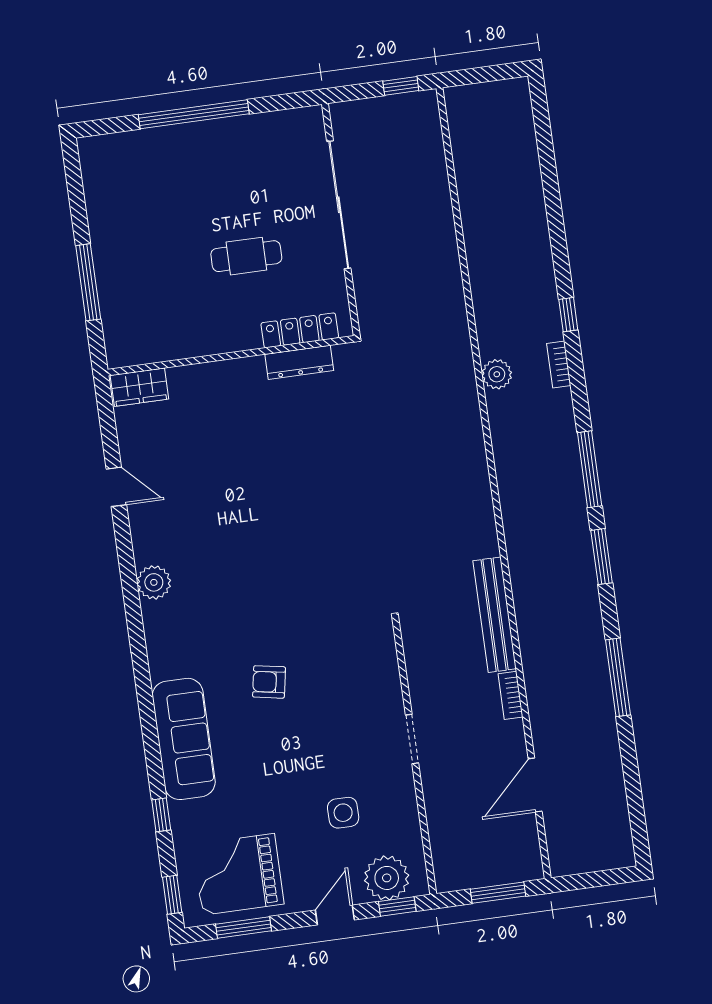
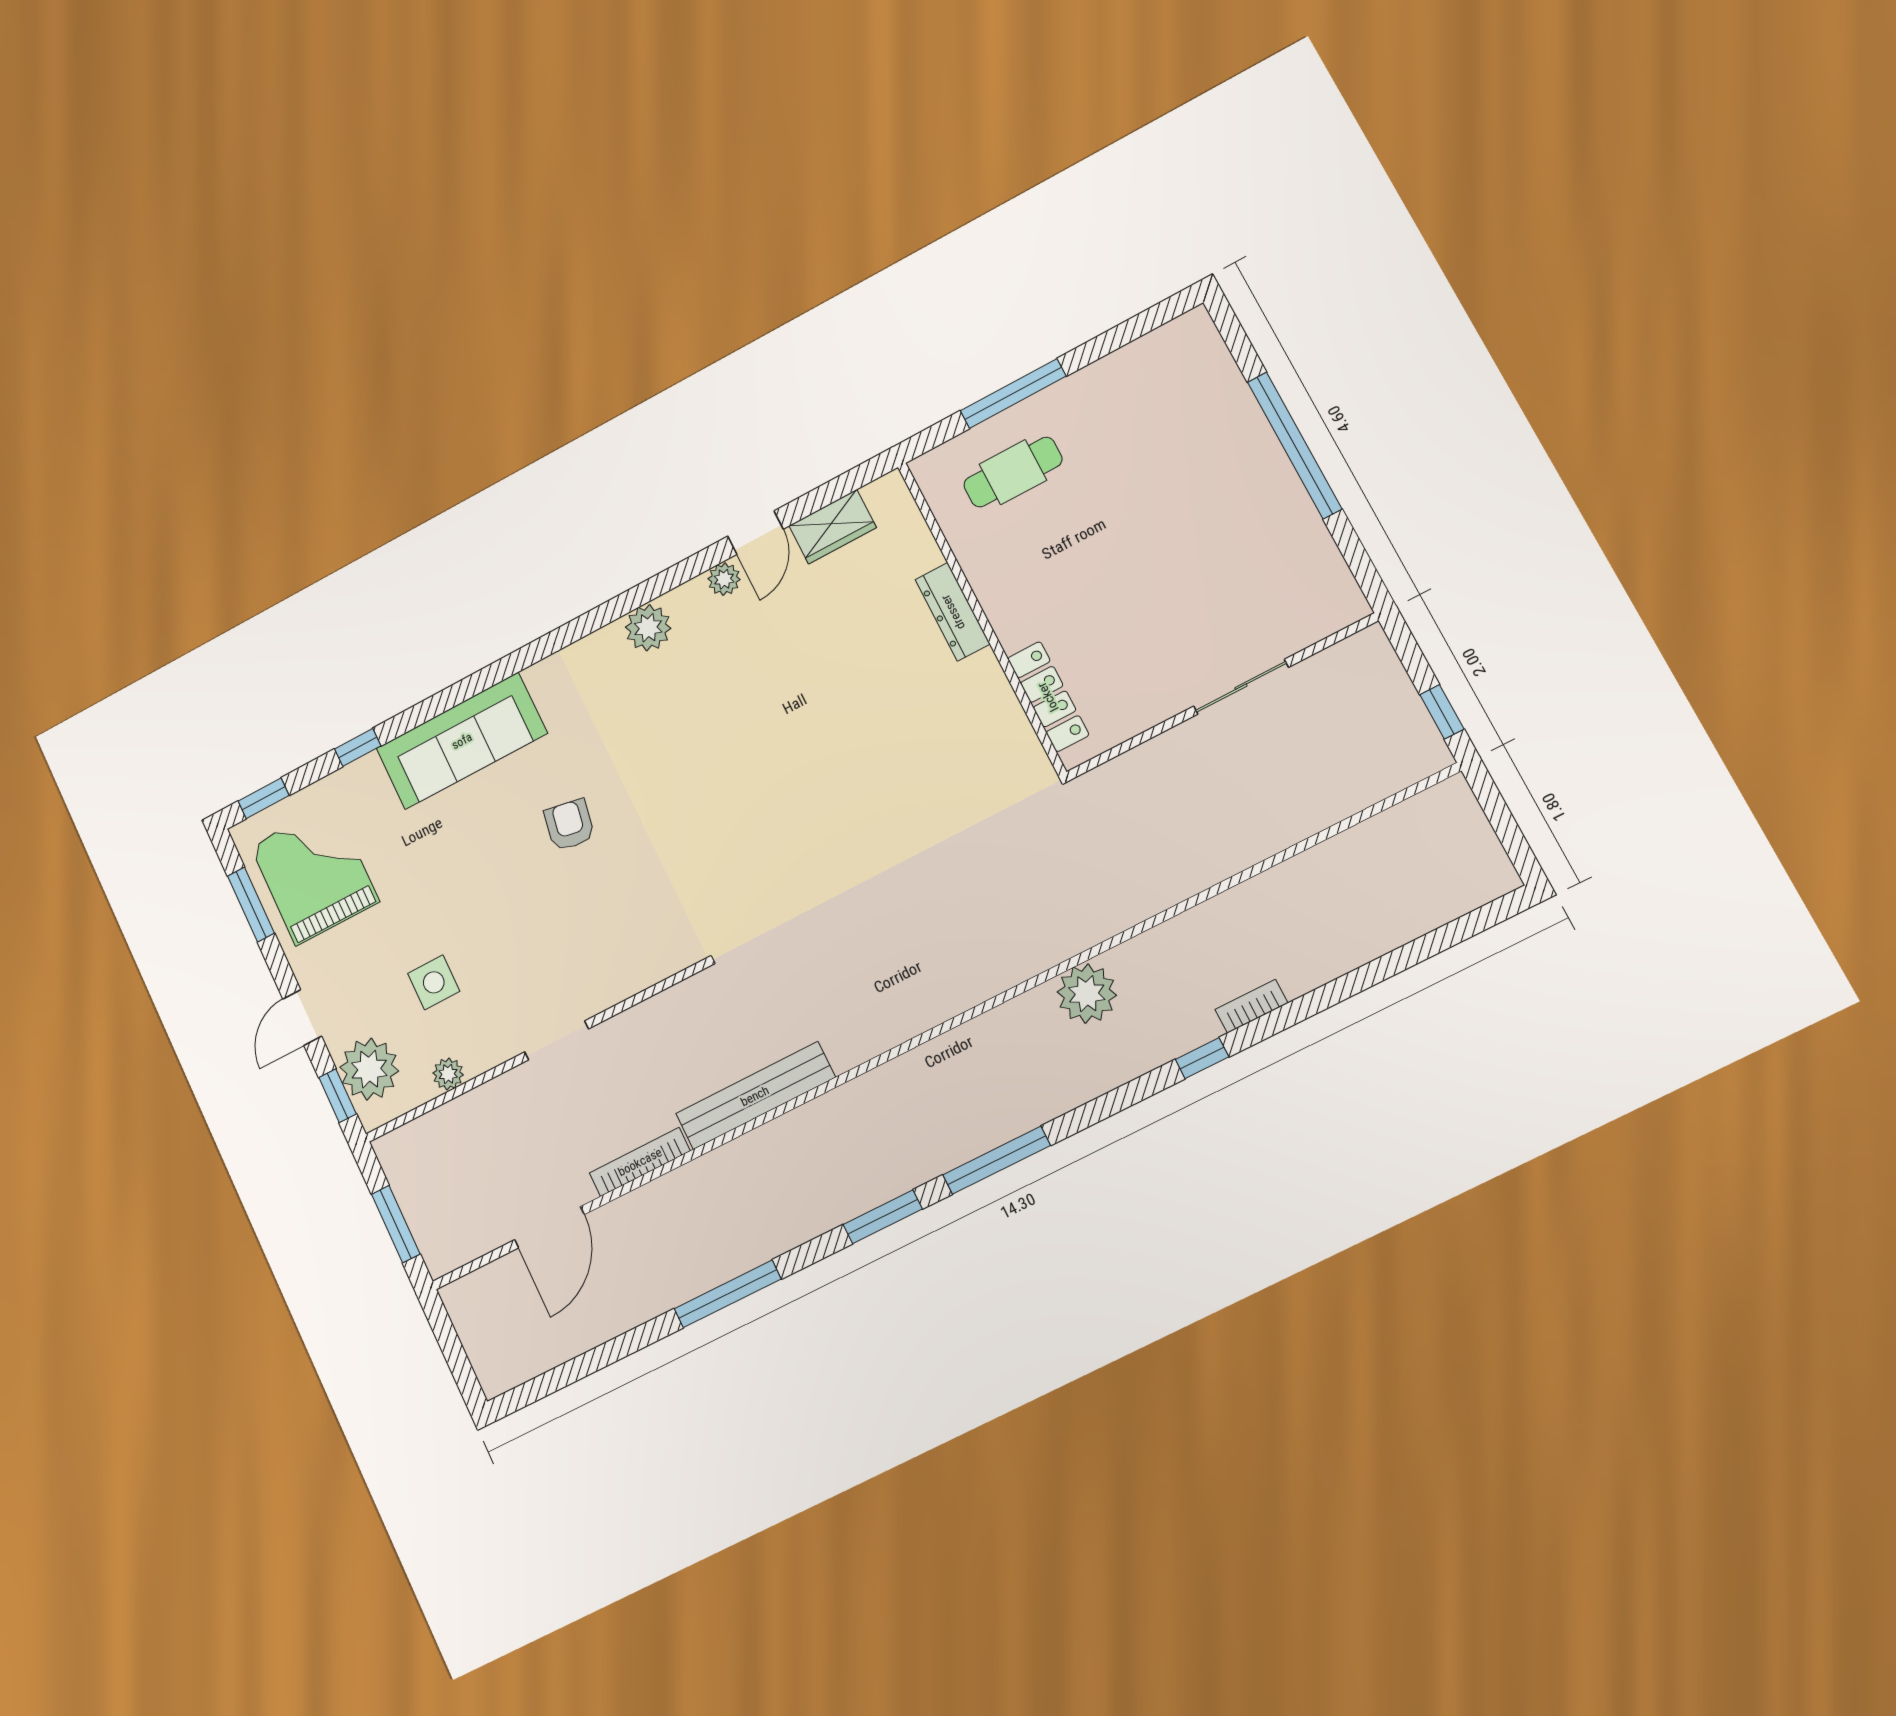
sliding door: (339, 205) -> (1241, 687), width x0.54
cafe table: (246, 256) -> (1013, 472), moved, turned 90
dresser: (299, 362) -> (953, 612), moved
bookcase: (559, 365) -> (1251, 1006), moved
plant: (497, 374) -> (1087, 994), width x1.36, depth x1.36
wardrobe: (139, 387) -> (833, 527), moved, turned -90
plant: (140, 519) -> (724, 579), added
bookcase: (510, 695) -> (640, 1162), width x1.56
door: (535, 785) -> (549, 1227), swing flipped
plant: (409, 823) -> (448, 1074), added
door: (335, 915) -> (302, 1018), swing flipped

